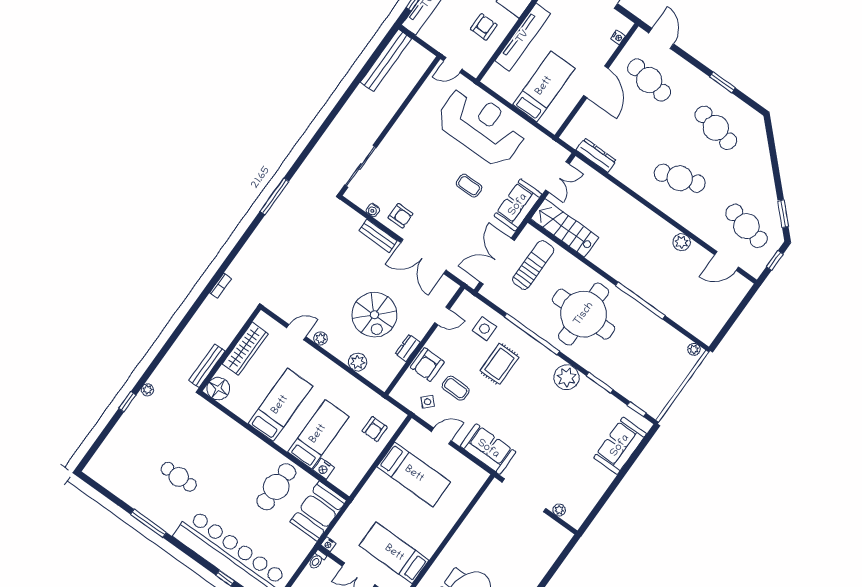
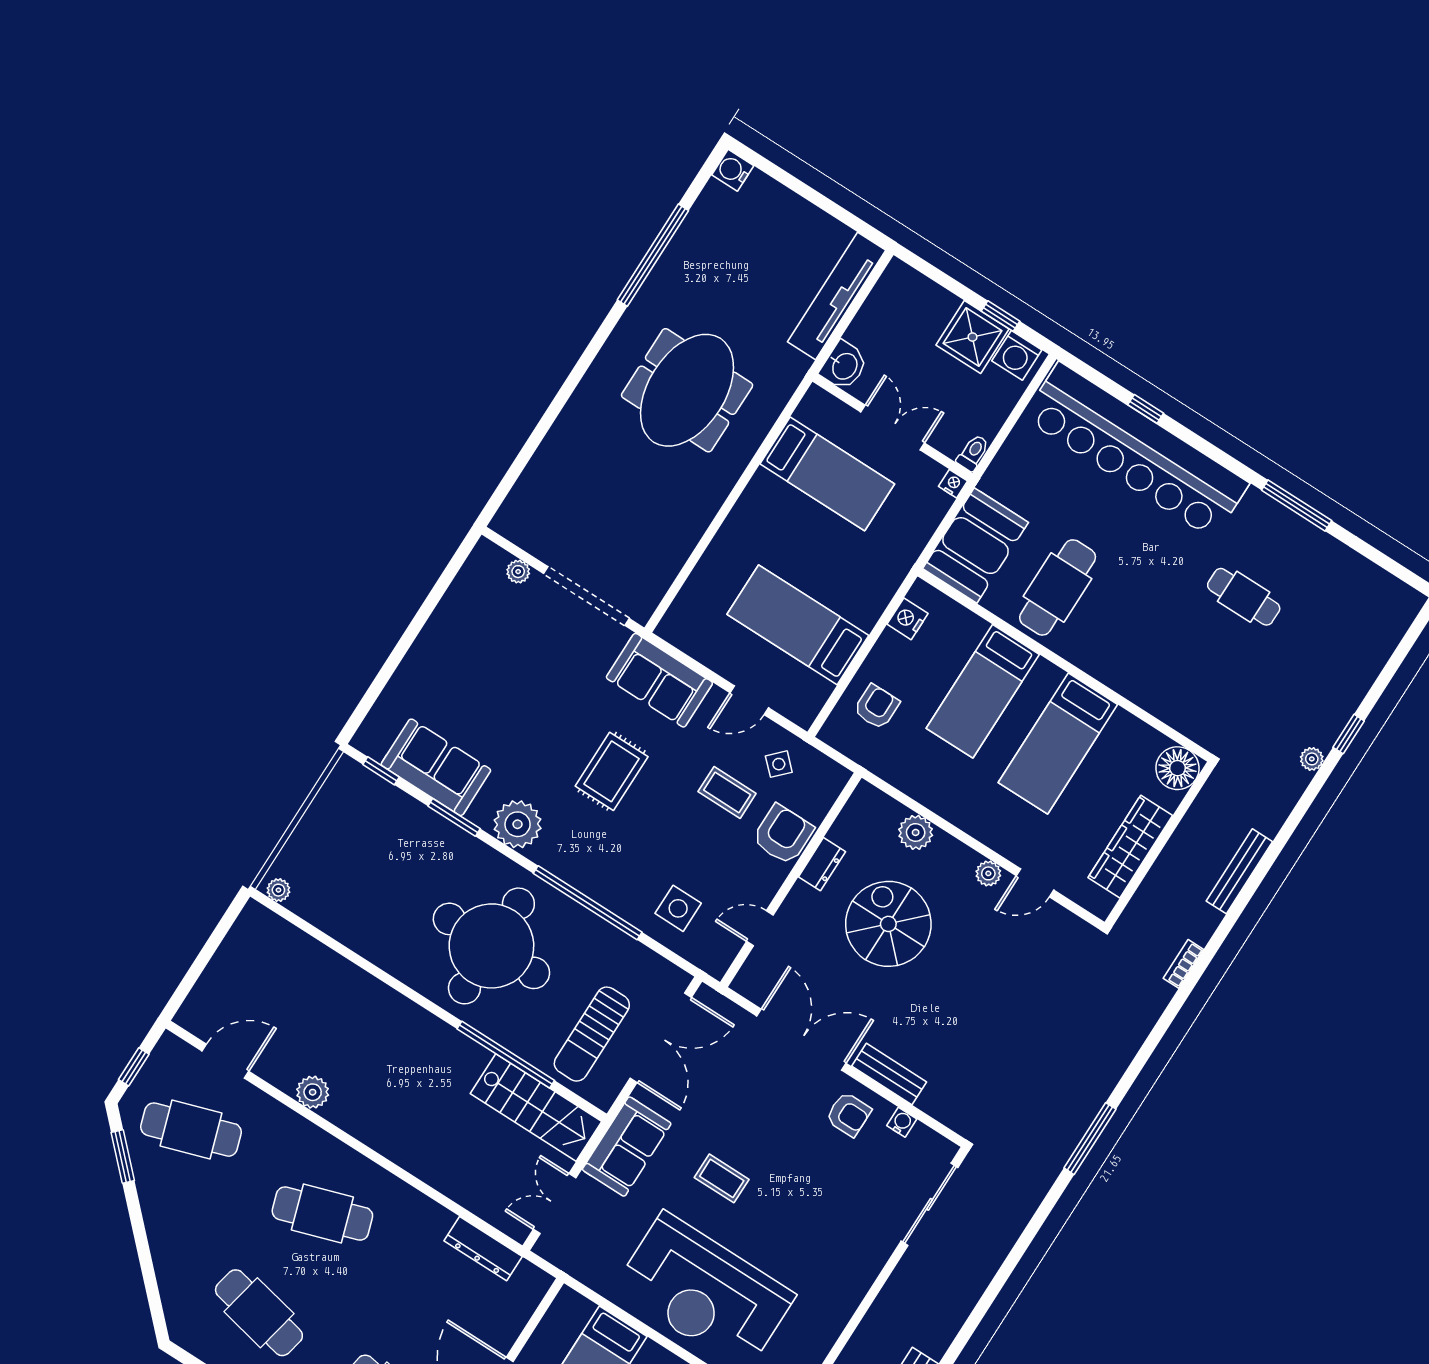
armchair: (401, 216) -> (849, 1114), turned 180
cafe table: (746, 226) -> (191, 1130), turned -30
window: (640, 301) -> (506, 1055), moved
rug: (500, 364) -> (612, 771), moved
bench: (207, 366) -> (1239, 871), moved
sofa: (620, 446) -> (436, 767), moved, turned -90
nightstand: (324, 469) -> (908, 619), moved, turned -90

